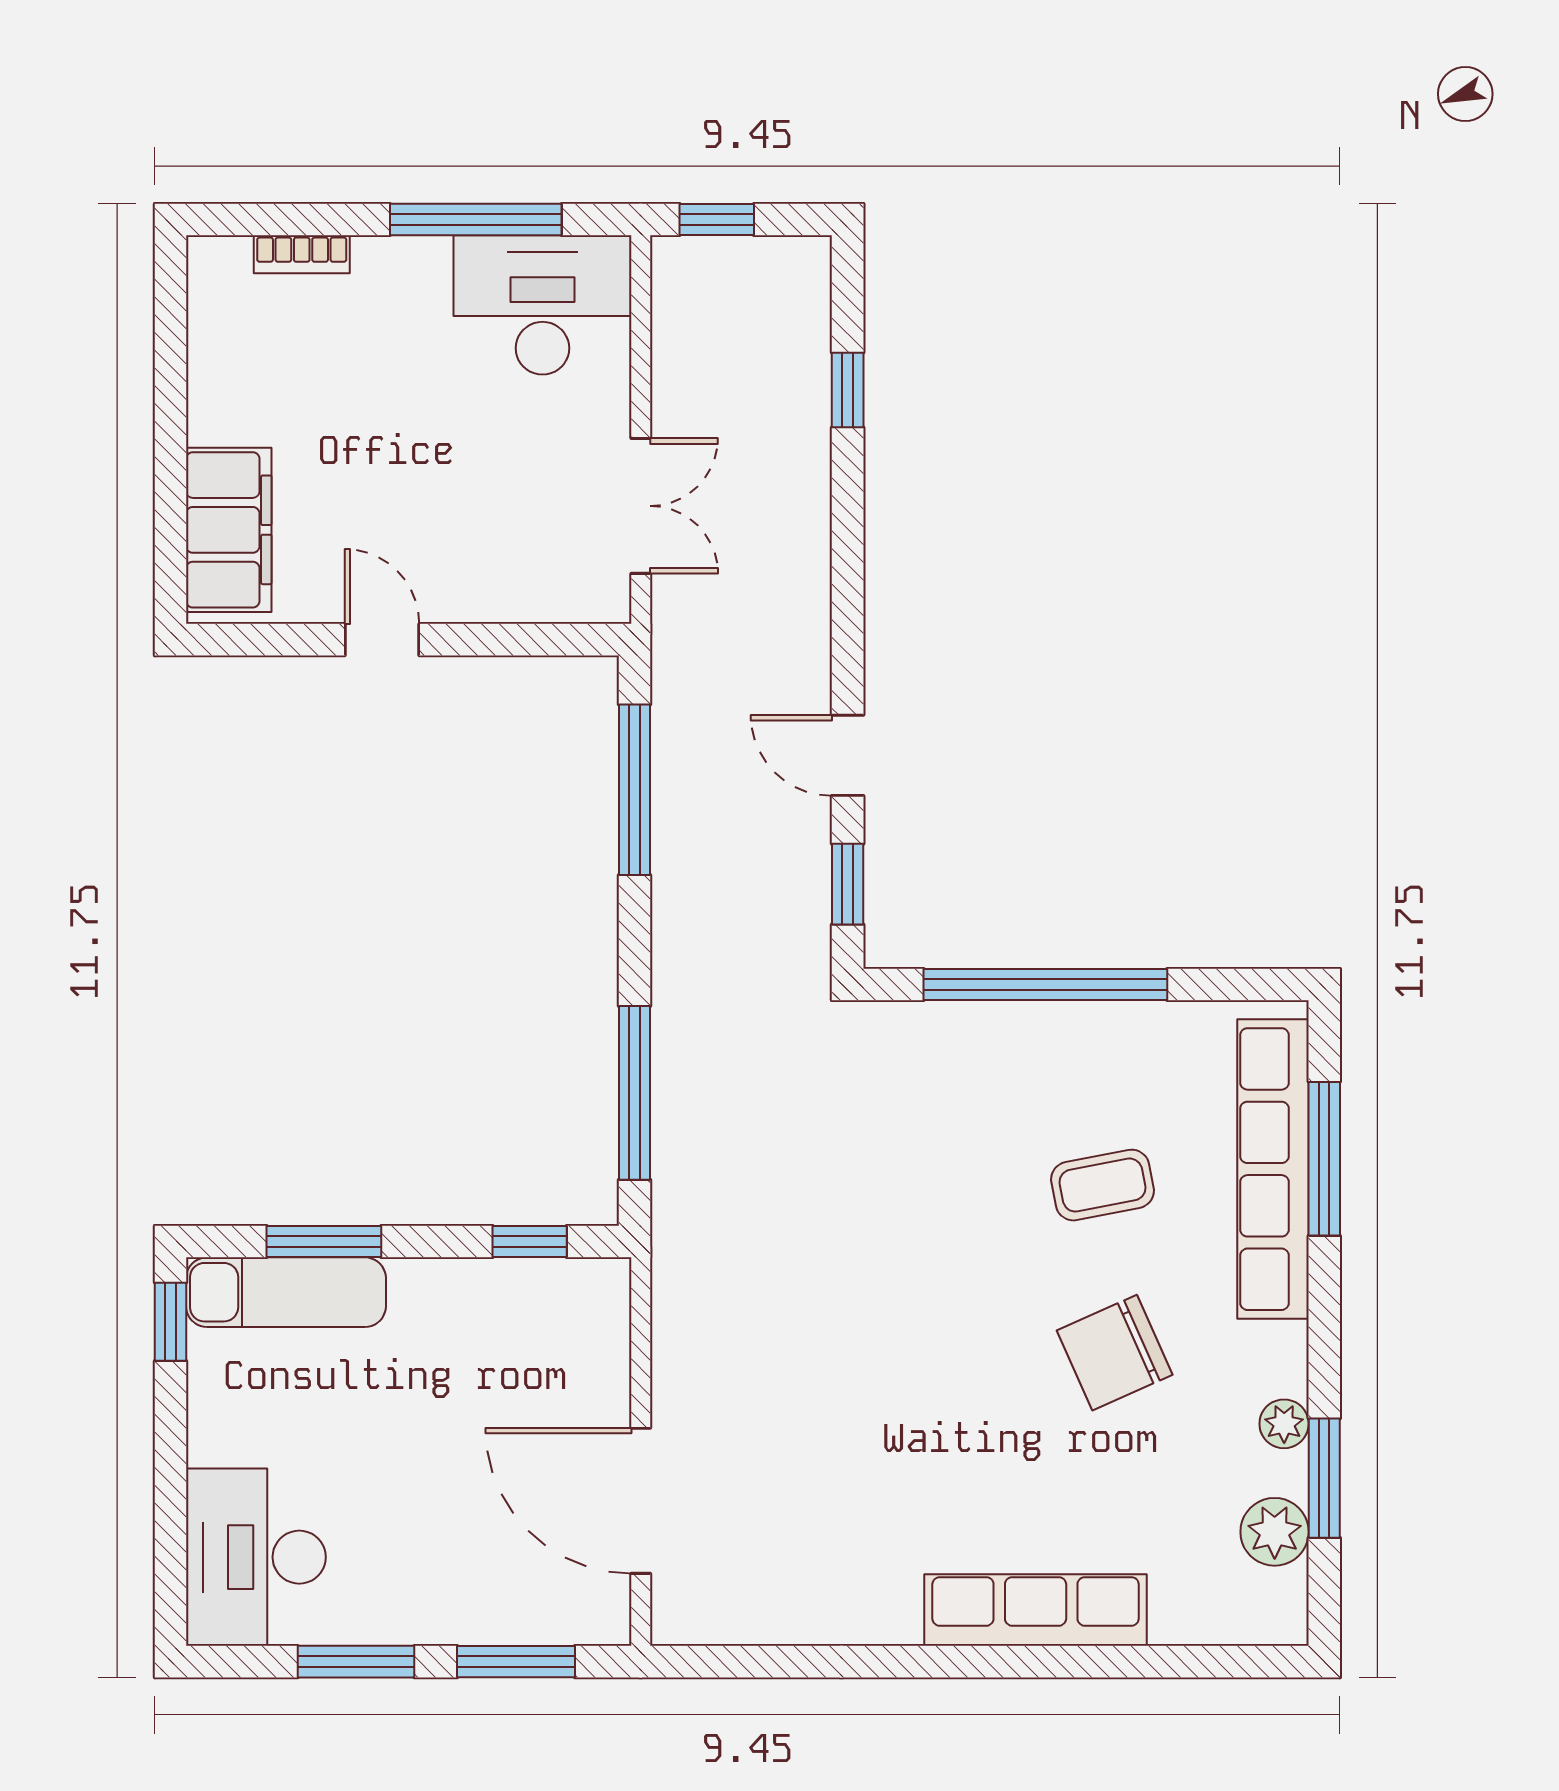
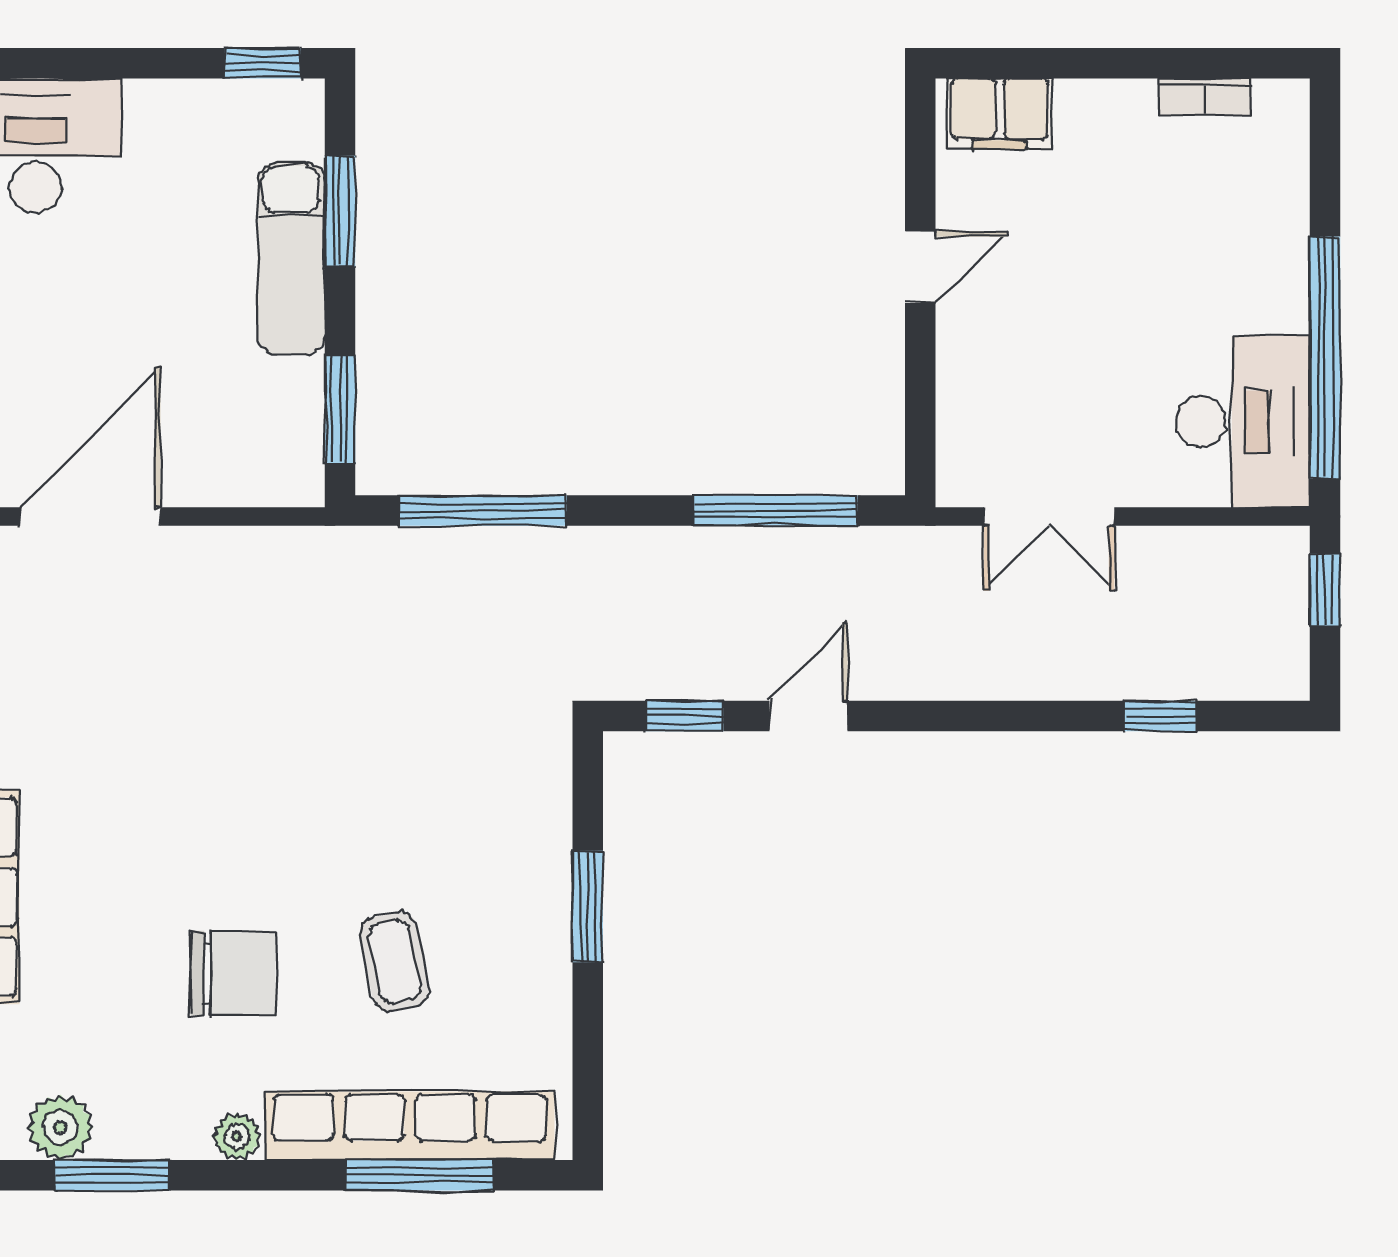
window: (476, 219) -> (1325, 357), width x1.46
bookcase: (302, 254) -> (1204, 97), moved, turned -90
filing cabinet: (229, 530) -> (1000, 114), width x0.67, depth x0.86
window: (1045, 984) -> (588, 906), width x0.47
window: (530, 1242) -> (340, 409), width x1.50
exam couch: (286, 1292) -> (291, 258), moved
chair: (1115, 1353) -> (233, 973), turned 114
plant: (1284, 1424) -> (237, 1136), moved

